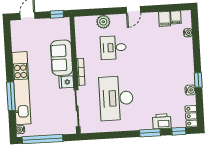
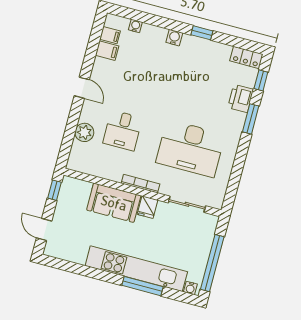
water cooler: (190, 90) -> (174, 38), moved
sliding door: (77, 108) -> (187, 204), width x0.73

